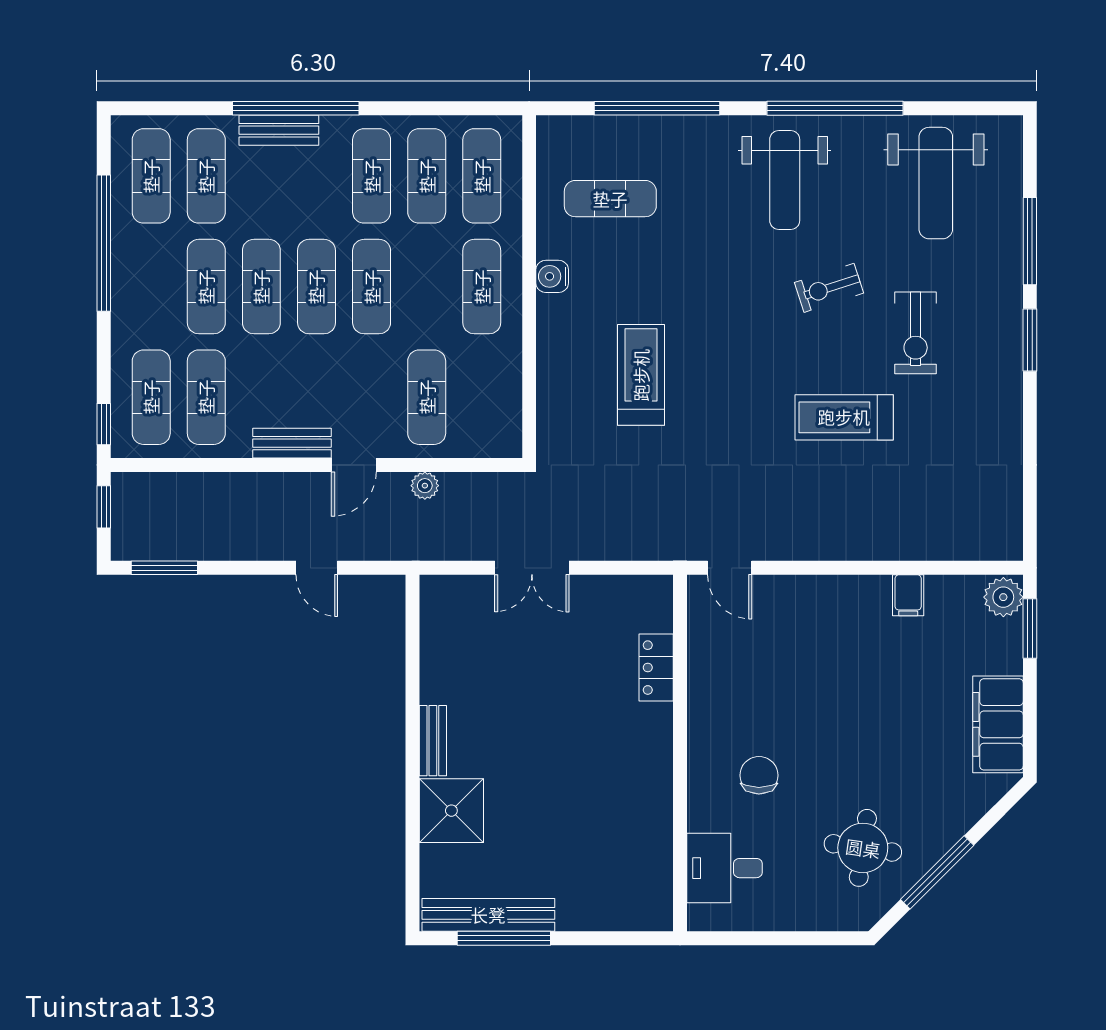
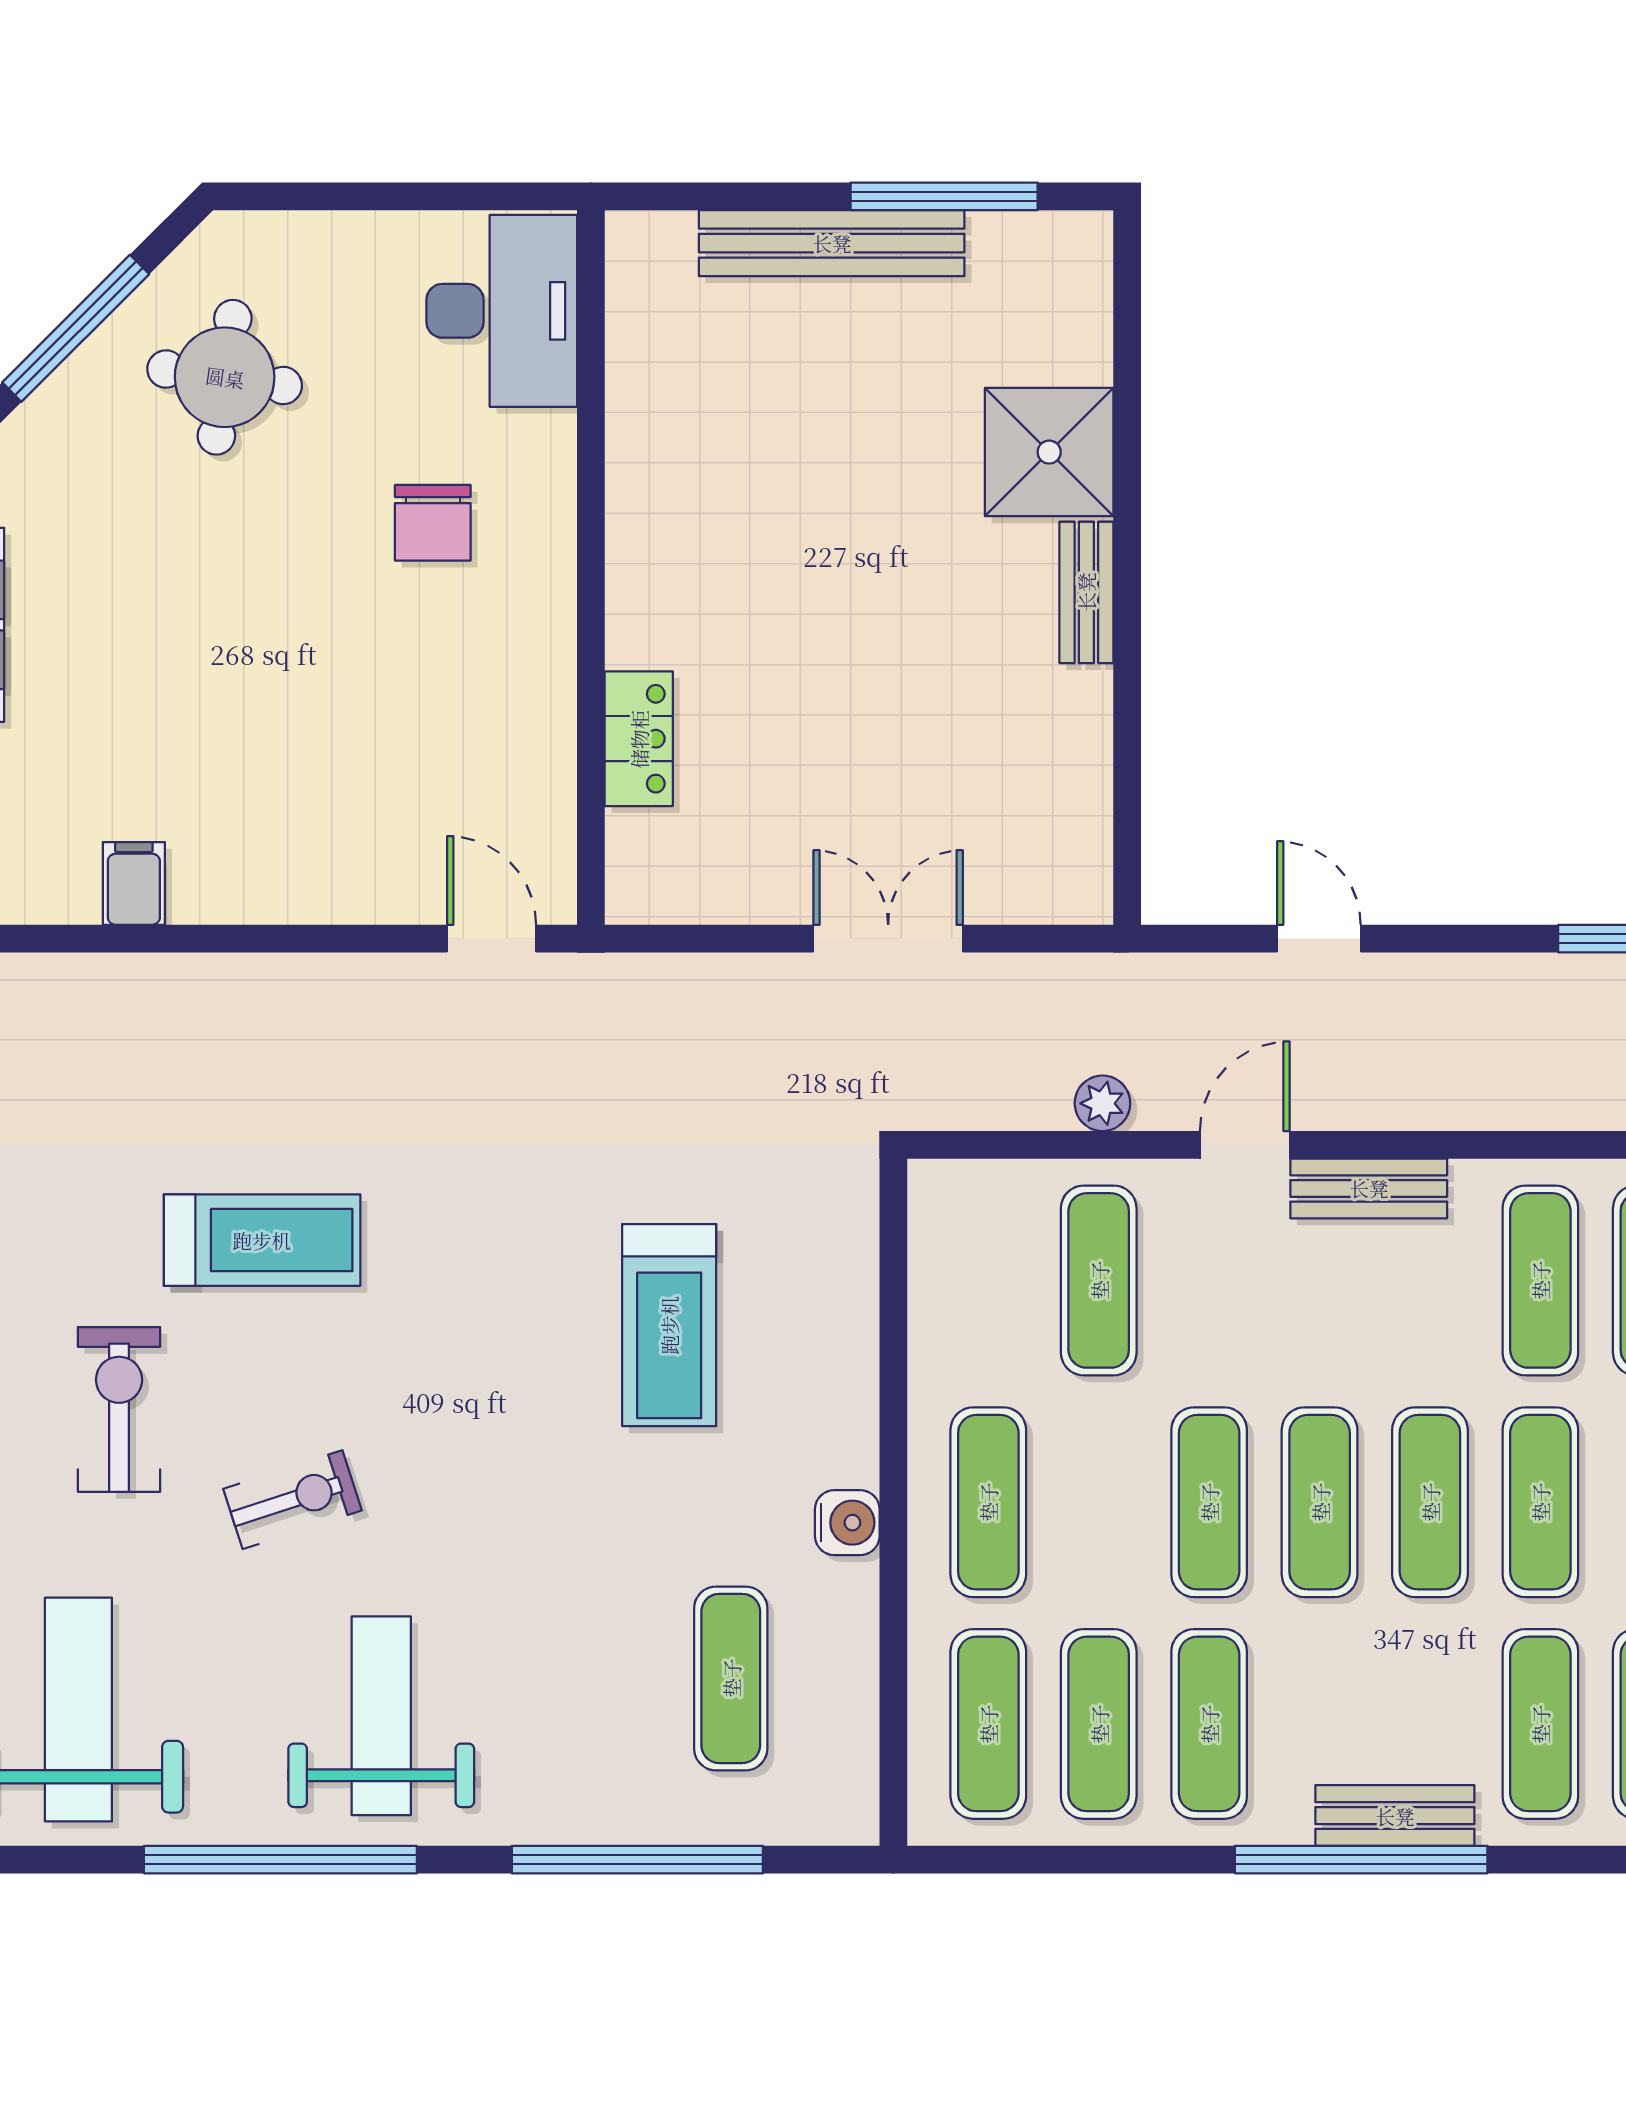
exercise mat: (610, 199) -> (731, 1678), turned 90
desk: (725, 868) -> (502, 311), width x1.37
bench: (488, 915) -> (832, 243), moved

